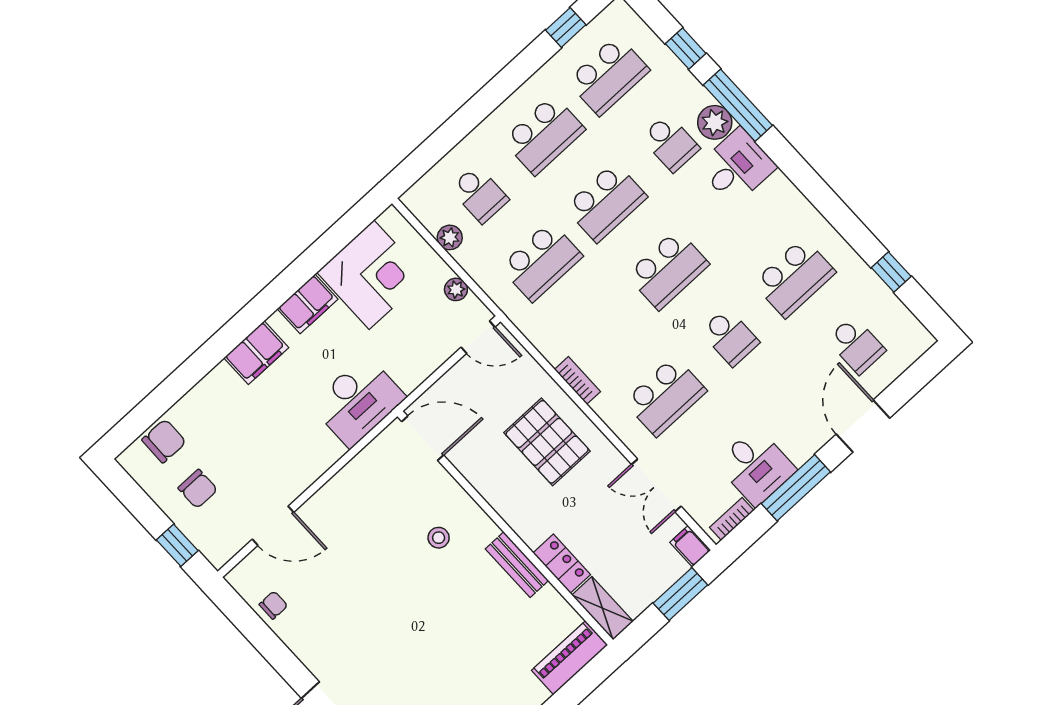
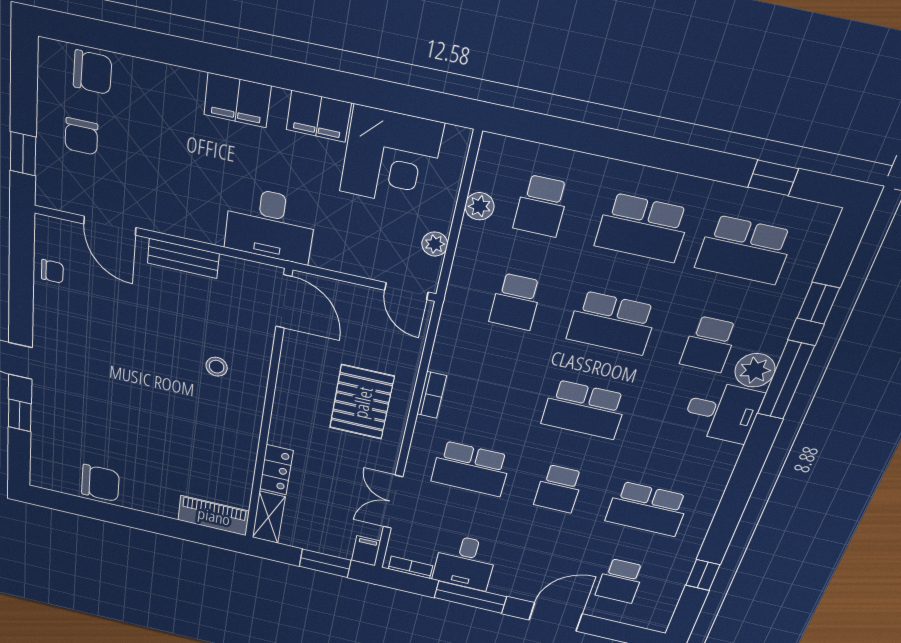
school desk: (541, 262) -> (516, 302), width x0.54
bench: (517, 565) -> (183, 258), moved, turned 90

